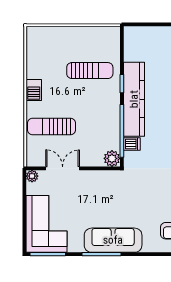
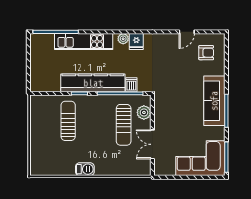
sun lounger: (52, 127) -> (124, 125), moved
plant: (112, 158) -> (144, 112), moved
plant: (32, 176) -> (159, 171), removed

